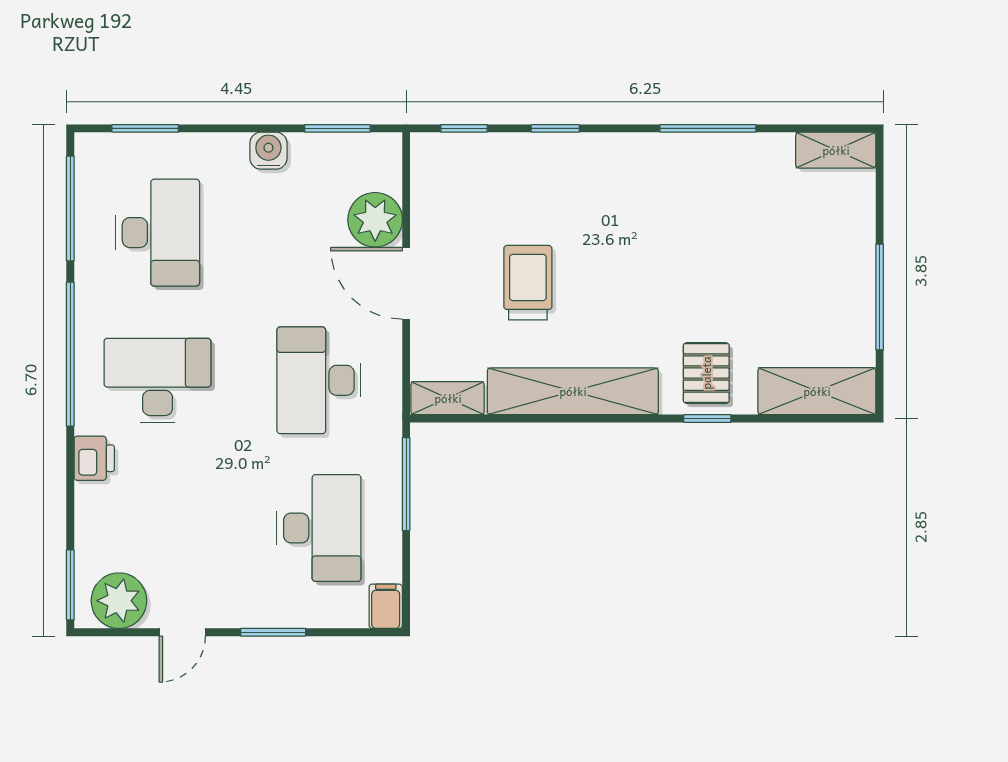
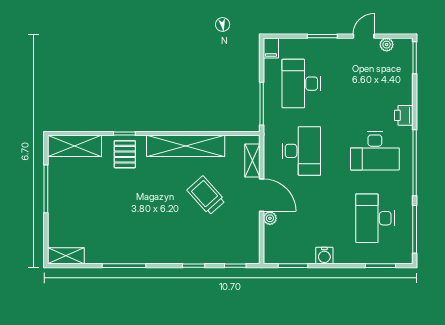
plant: (375, 220) -> (270, 218), width x0.53, depth x0.53
trolley: (528, 283) -> (206, 195), turned 138
shelving: (448, 398) -> (252, 160), moved, turned 90
plant: (119, 601) -> (387, 45), width x0.53, depth x0.53

